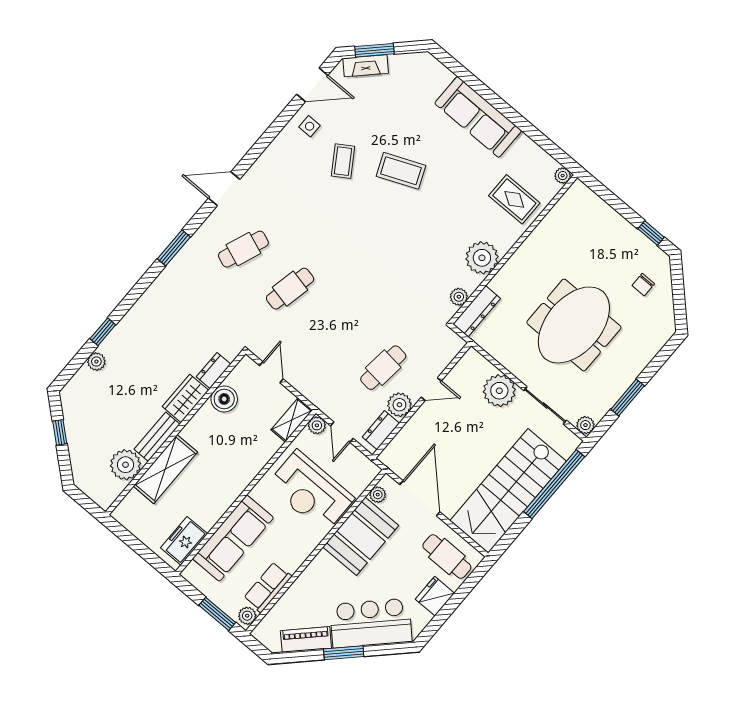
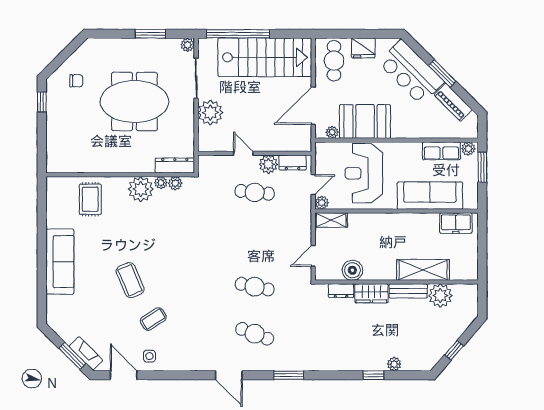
plant: (563, 176) -> (161, 183), moved
reception desk: (311, 492) -> (364, 173), turned 180

